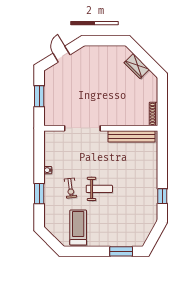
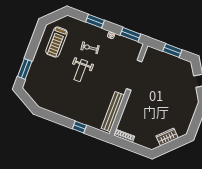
window: (39, 149) -> (130, 35), added
window: (162, 196) -> (79, 127), moved
treadmill: (78, 228) -> (56, 42), turned 90

